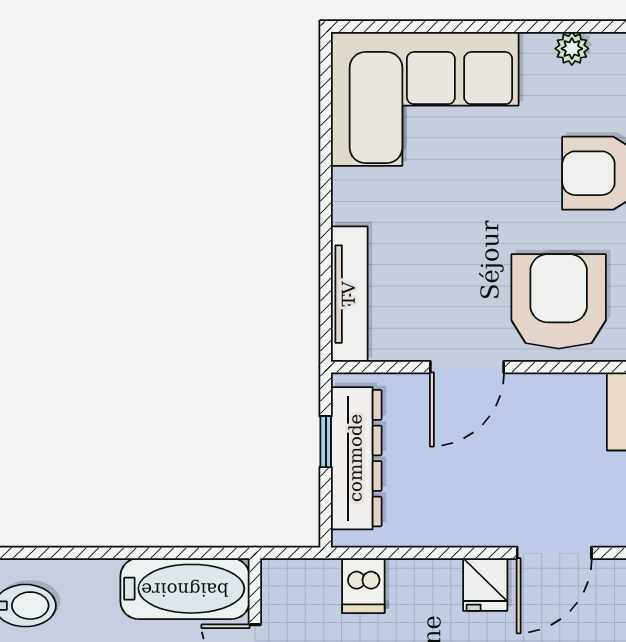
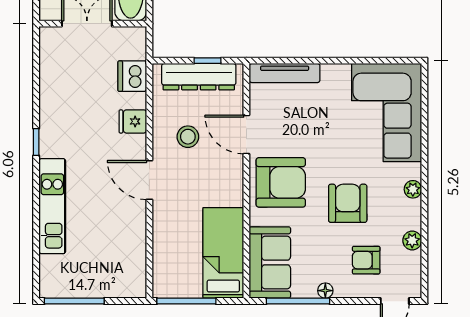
stool: (471, 479) -> (188, 137), added
fridge: (485, 585) -> (133, 121), moved
dishwasher: (363, 586) -> (132, 76), width x1.38

